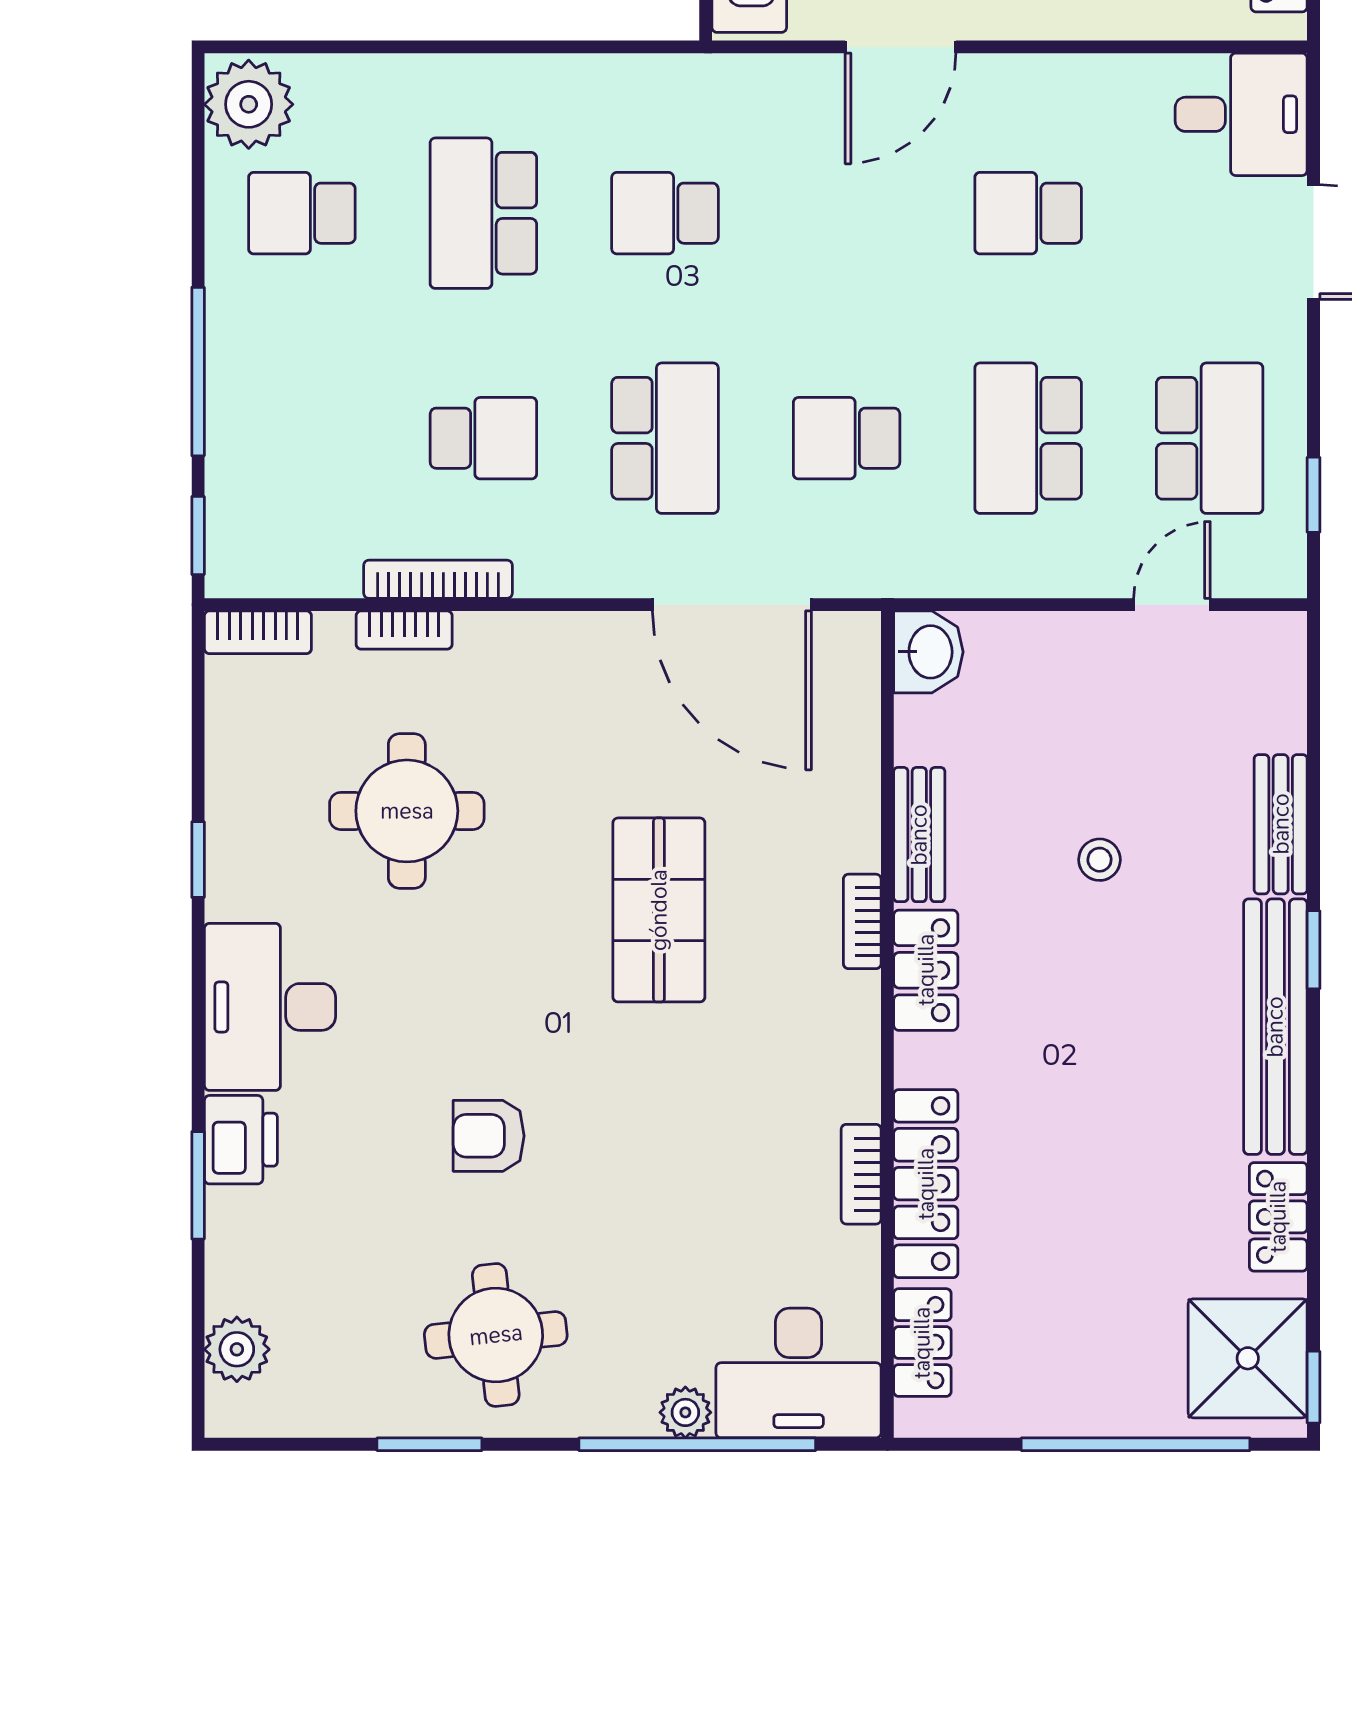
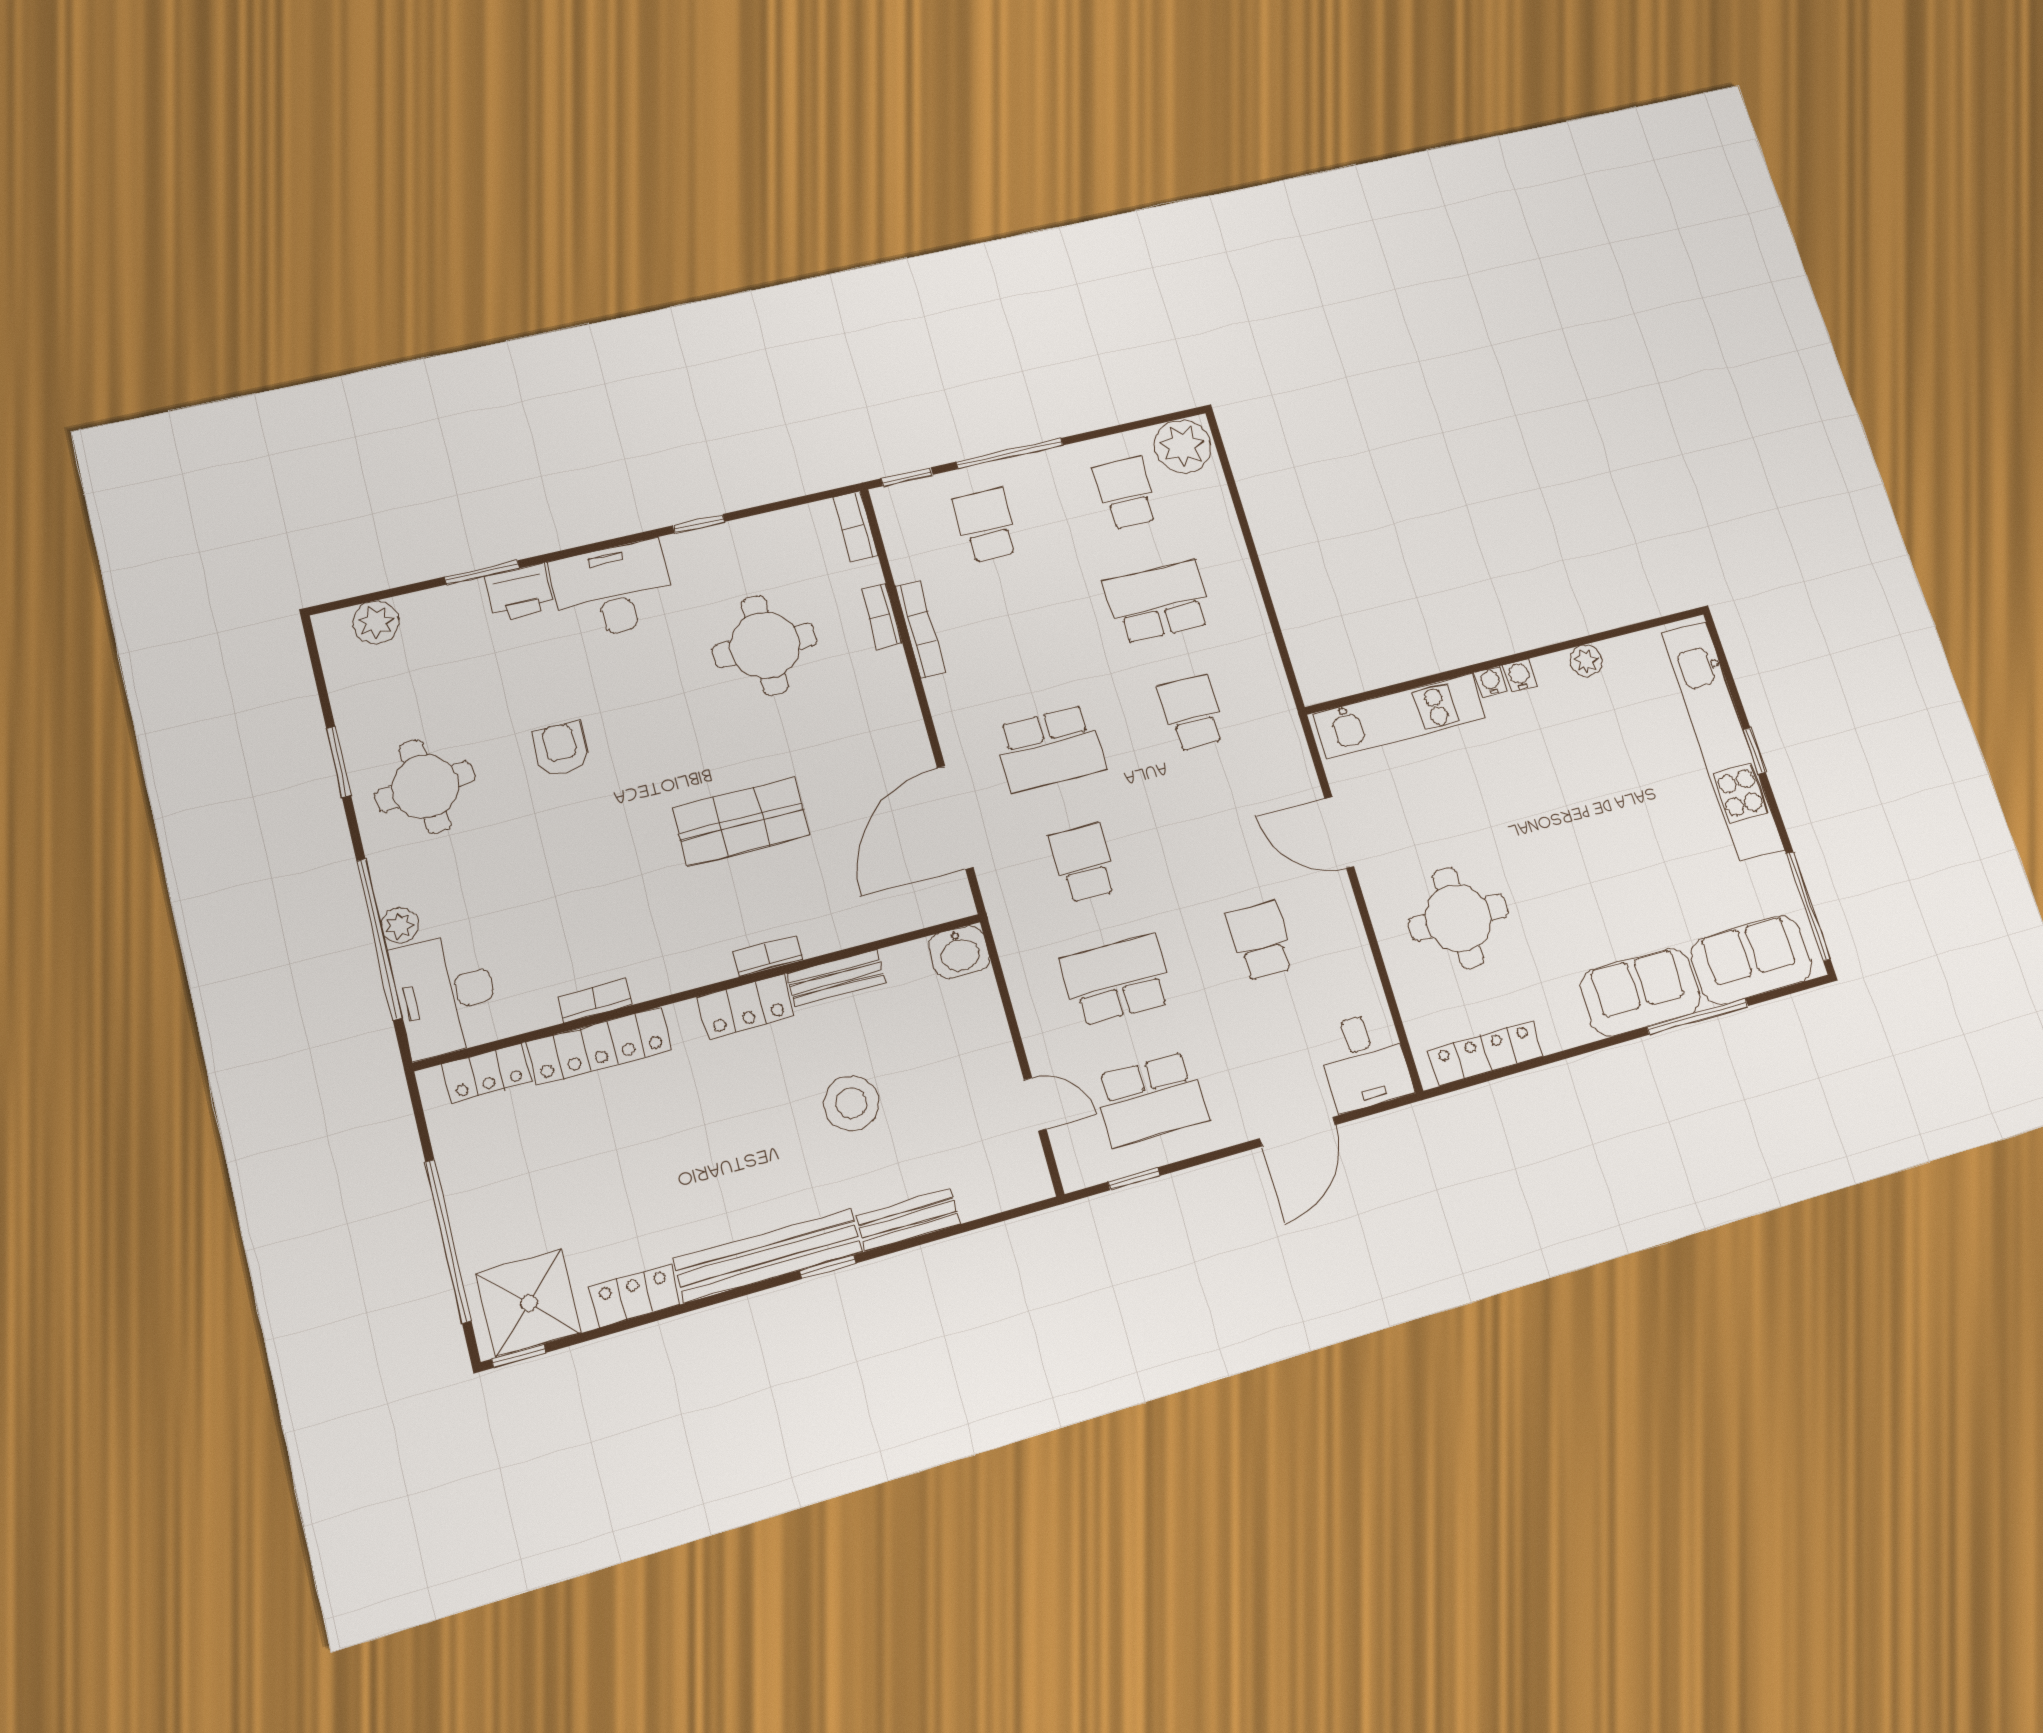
school desk: (483, 438) -> (986, 525), moved, turned 180
stool: (1100, 860) -> (851, 1103), width x1.89, depth x1.89

